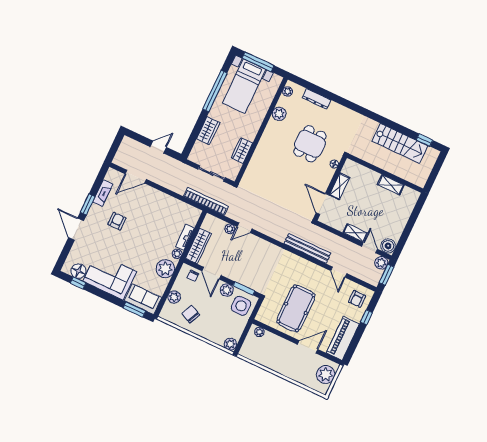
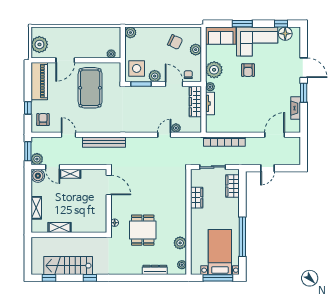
window: (384, 121) -> (90, 278), added
wardrobe: (208, 131) -> (232, 186), moved
shelving: (340, 186) -> (36, 208), moved
bookcase: (206, 201) -> (224, 142), moved
armchair: (117, 221) -> (248, 70), moved
window: (134, 309) -> (242, 24), moved

